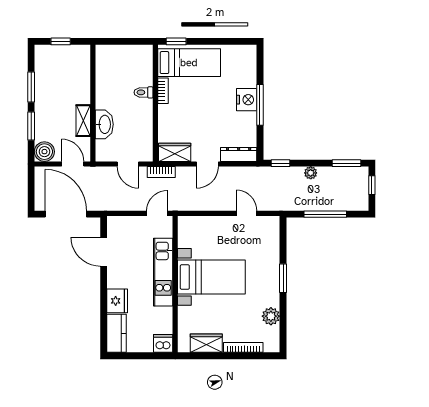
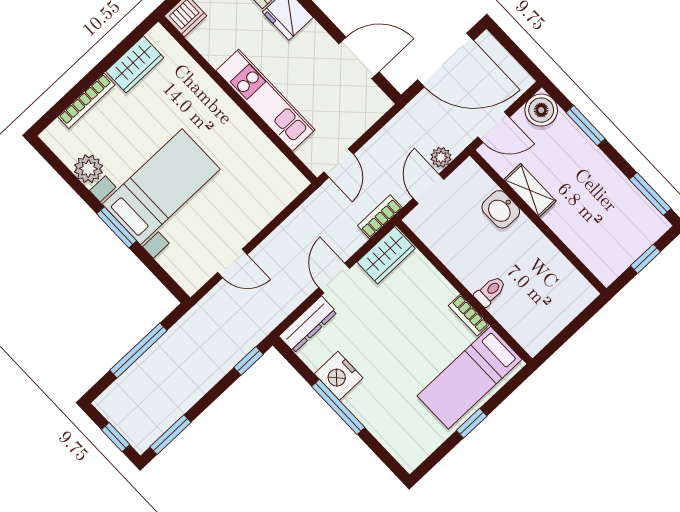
window: (176, 41) -> (472, 423), moved
window: (31, 87) -> (650, 194), moved
nightstand: (247, 100) -> (339, 376), moved
washbasin: (104, 124) -> (501, 209), width x0.72
door: (128, 164) -> (428, 189), hinge flipped
plant: (311, 173) -> (441, 157), moved
bed with nightstands: (211, 277) -> (161, 187), moved, turned 180

